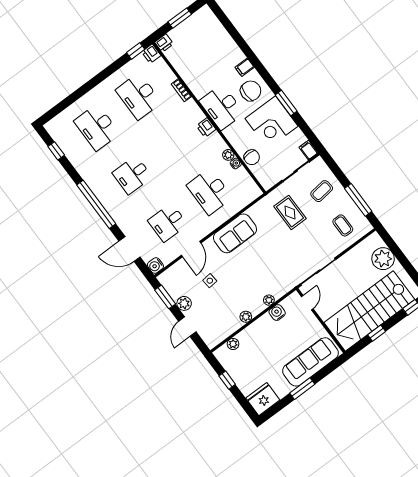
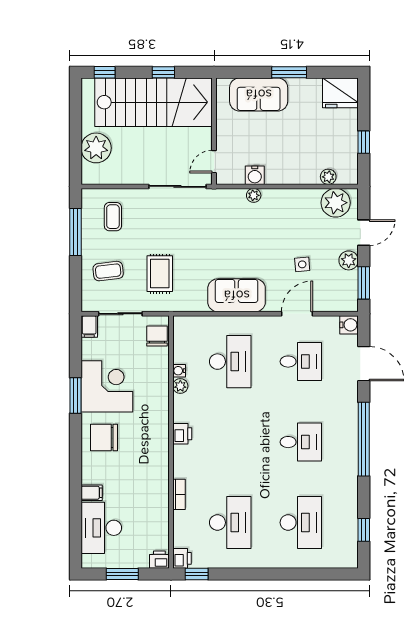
filing cabinet: (245, 67) -> (92, 493), moved
desk: (222, 107) -> (101, 528), moved, turned 180
chair: (252, 157) -> (157, 336), moved
plant: (246, 317) -> (336, 203), moved, width x1.87, depth x1.87
sofa: (310, 362) -> (259, 94), width x0.73

